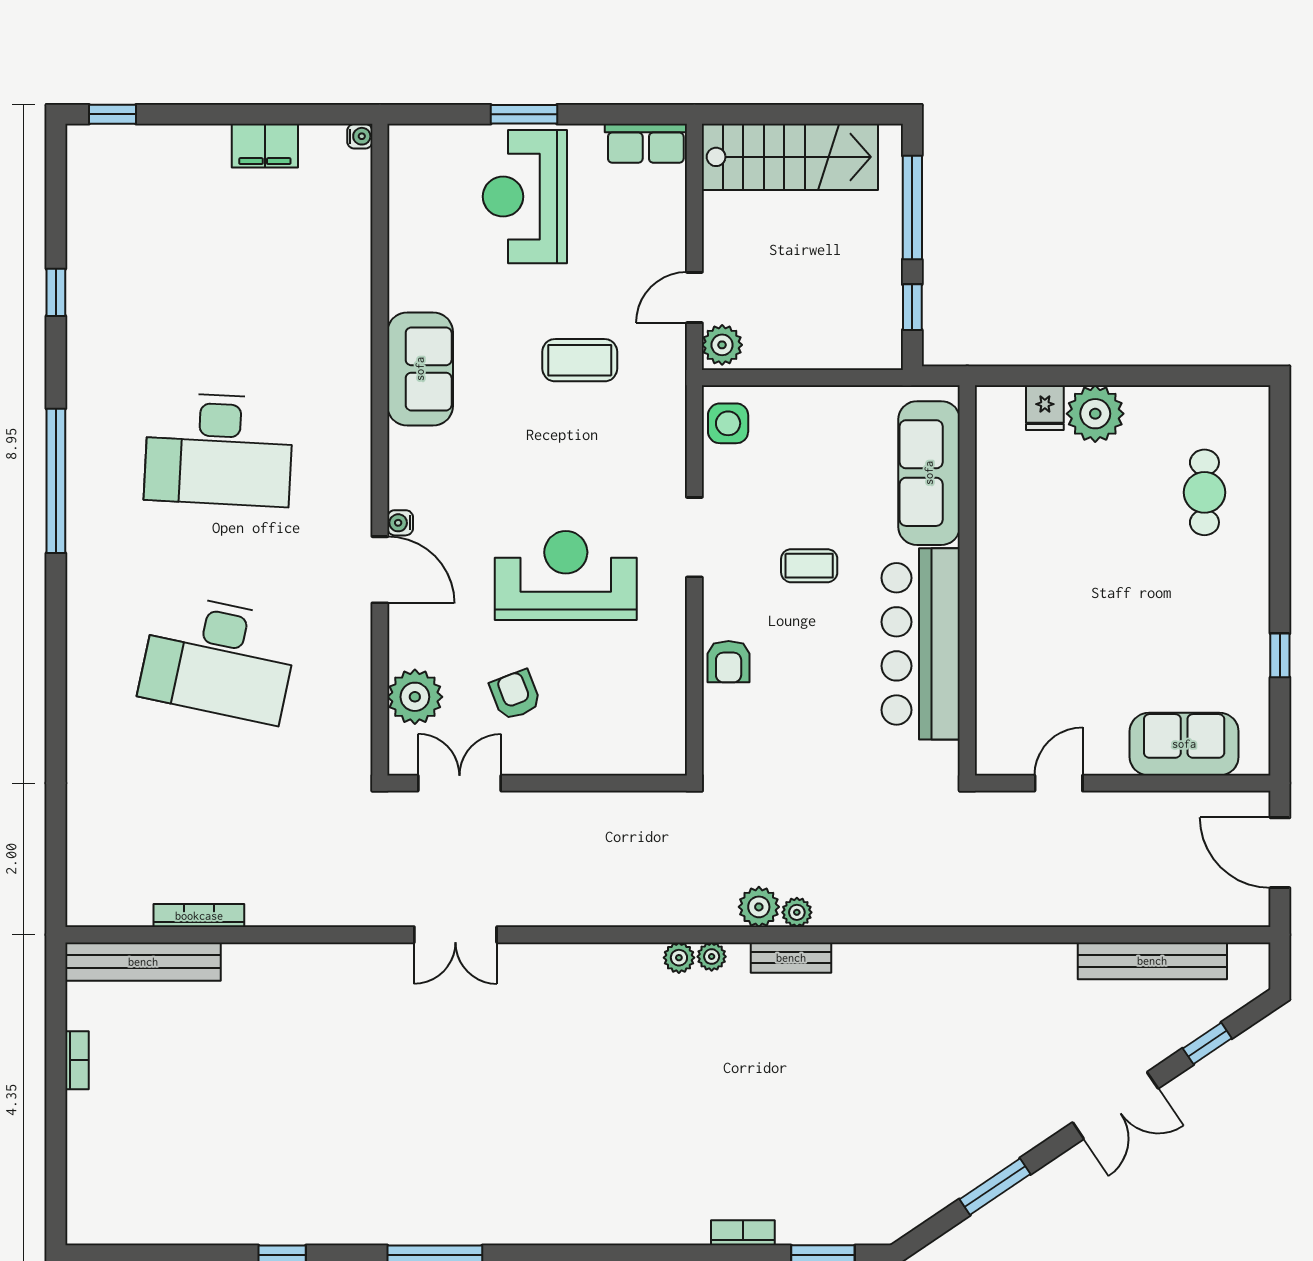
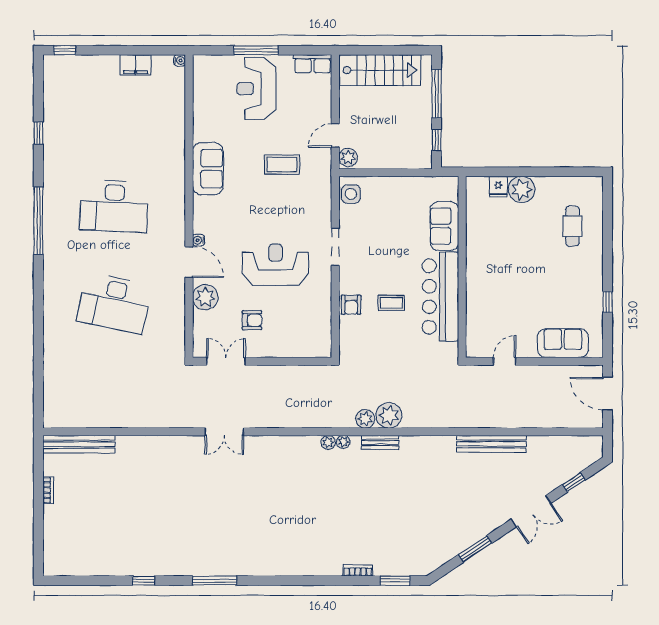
window: (524, 114) -> (256, 50), width x1.44
sofa: (929, 473) -> (444, 226), width x0.73
coffee table: (809, 566) -> (391, 303), moved
armchair: (515, 695) -> (252, 320), turned 111
plant: (415, 697) -> (205, 297), moved
plant: (797, 912) -> (389, 415), width x1.88, depth x1.88
bookcase: (199, 916) -> (105, 423), removed
bench: (1152, 961) -> (491, 444), moved

